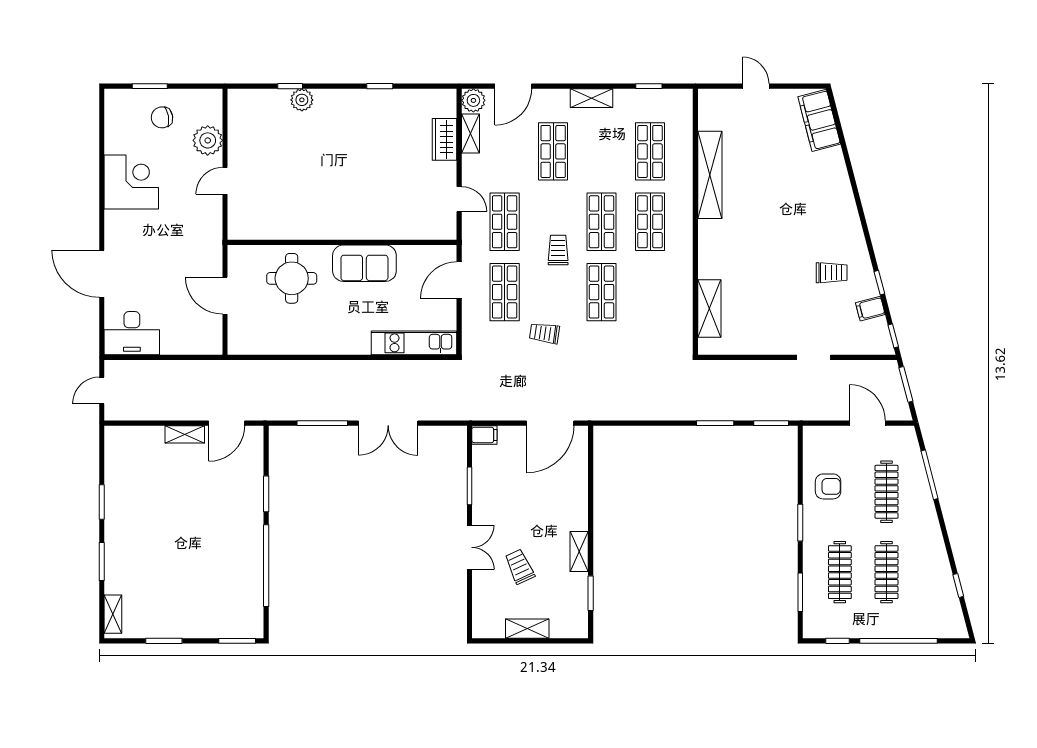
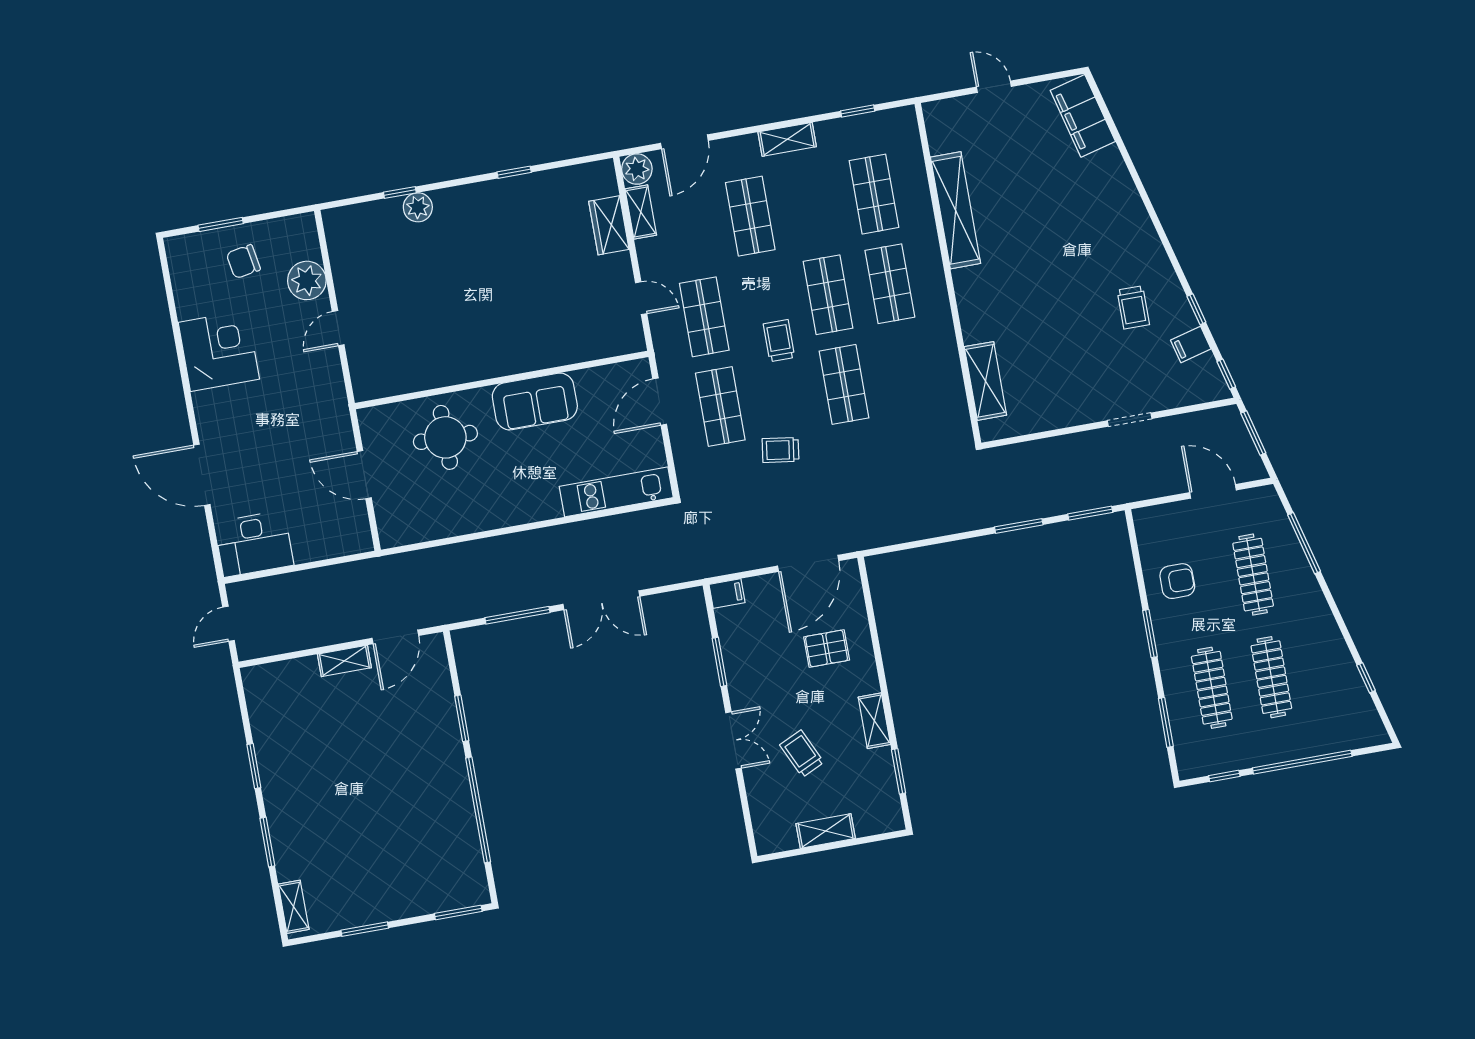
trolley: (832, 273) -> (1133, 307), turned 90
pallet: (553, 490) -> (827, 649), added

